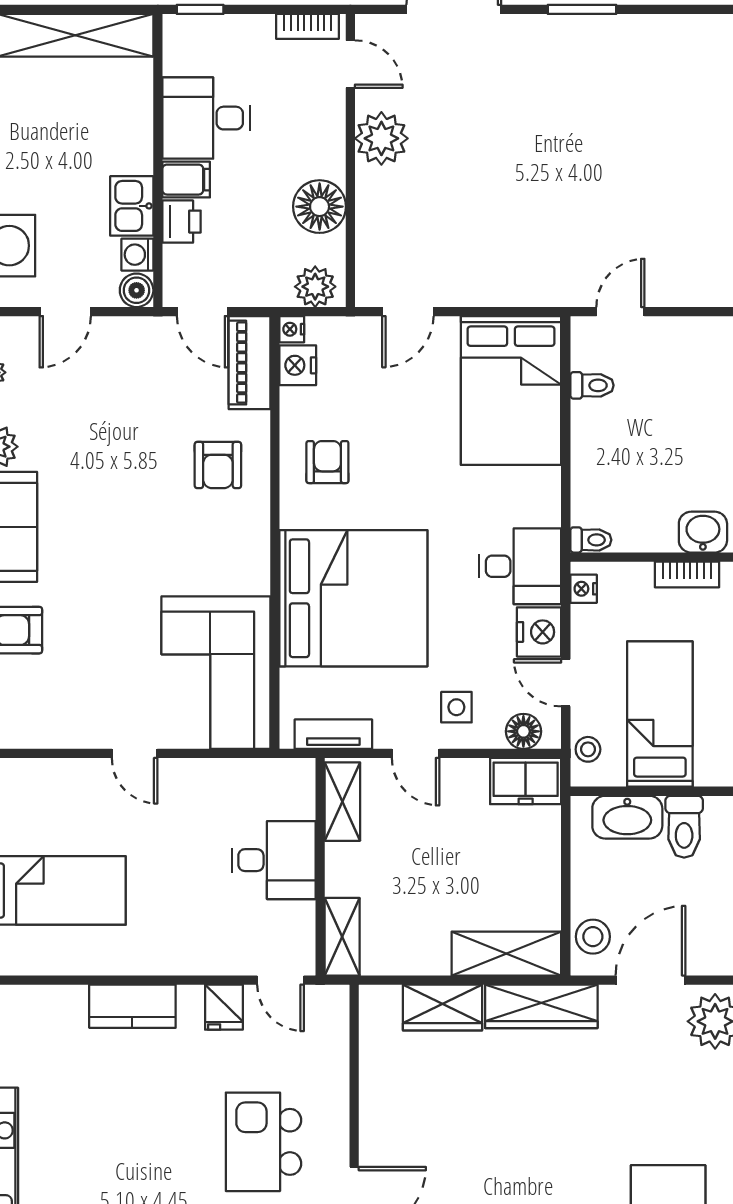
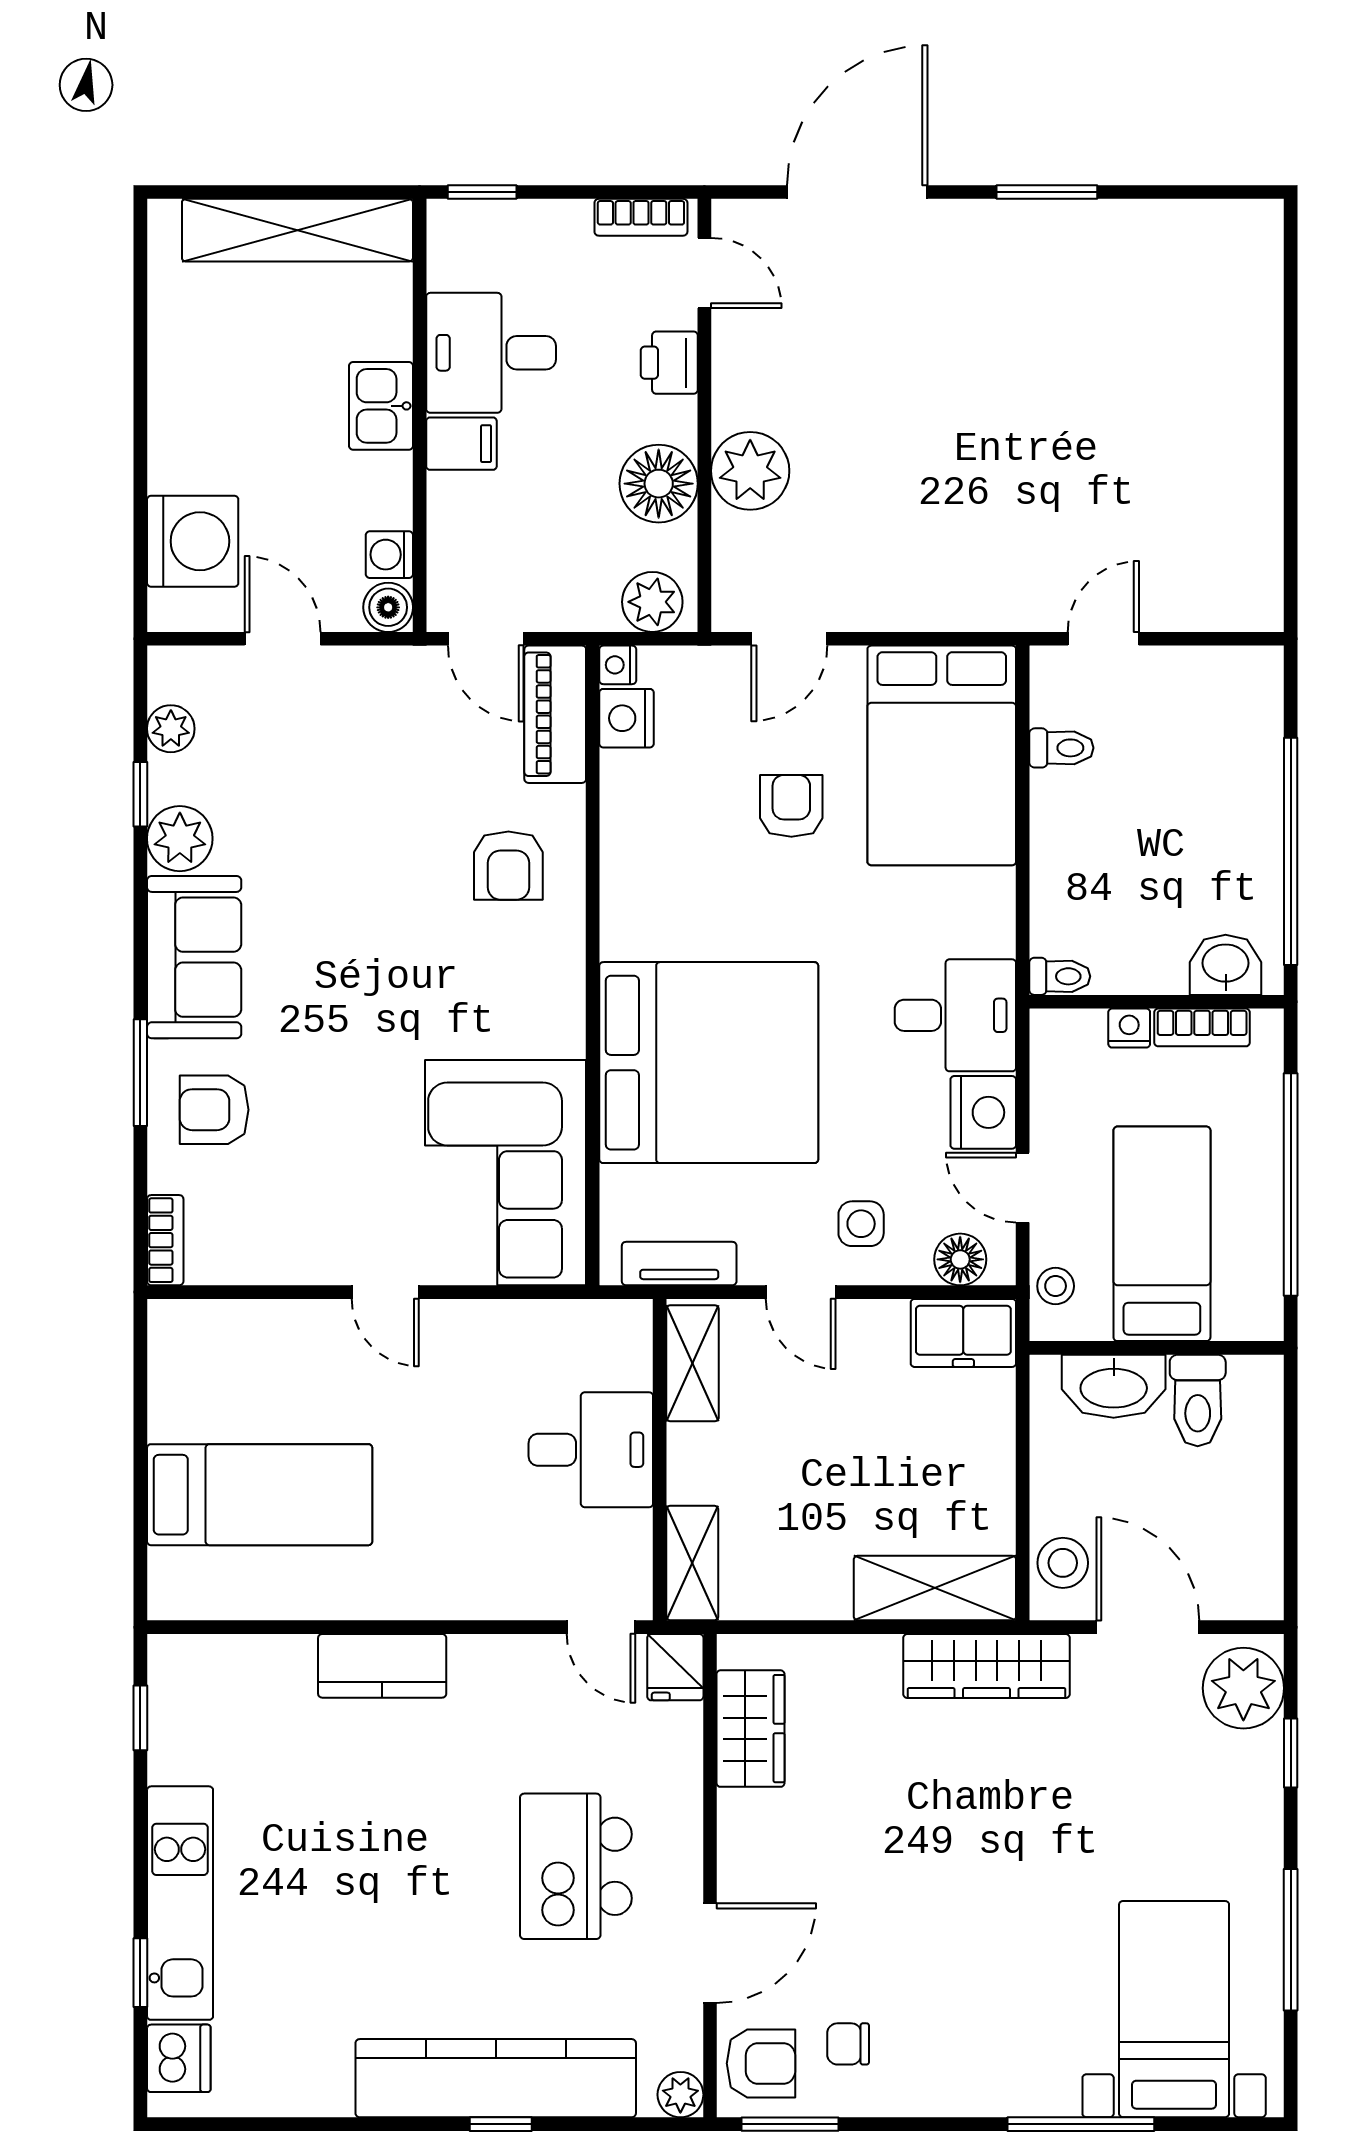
plant: (381, 138) -> (750, 471), moved
kitchen sink: (132, 206) -> (381, 406), moved
printer: (182, 222) -> (669, 363), moved, turned 180
door: (65, 312) -> (283, 639), swing flipped
armchair: (327, 462) -> (791, 806), moved
nightstand: (584, 589) -> (1129, 1028), moved, turned 90
door: (650, 980) -> (1148, 1627), hinge flipped
fridge: (224, 1007) -> (675, 1667), moved
wardrobe: (442, 1008) -> (751, 1729), moved, turned -90

